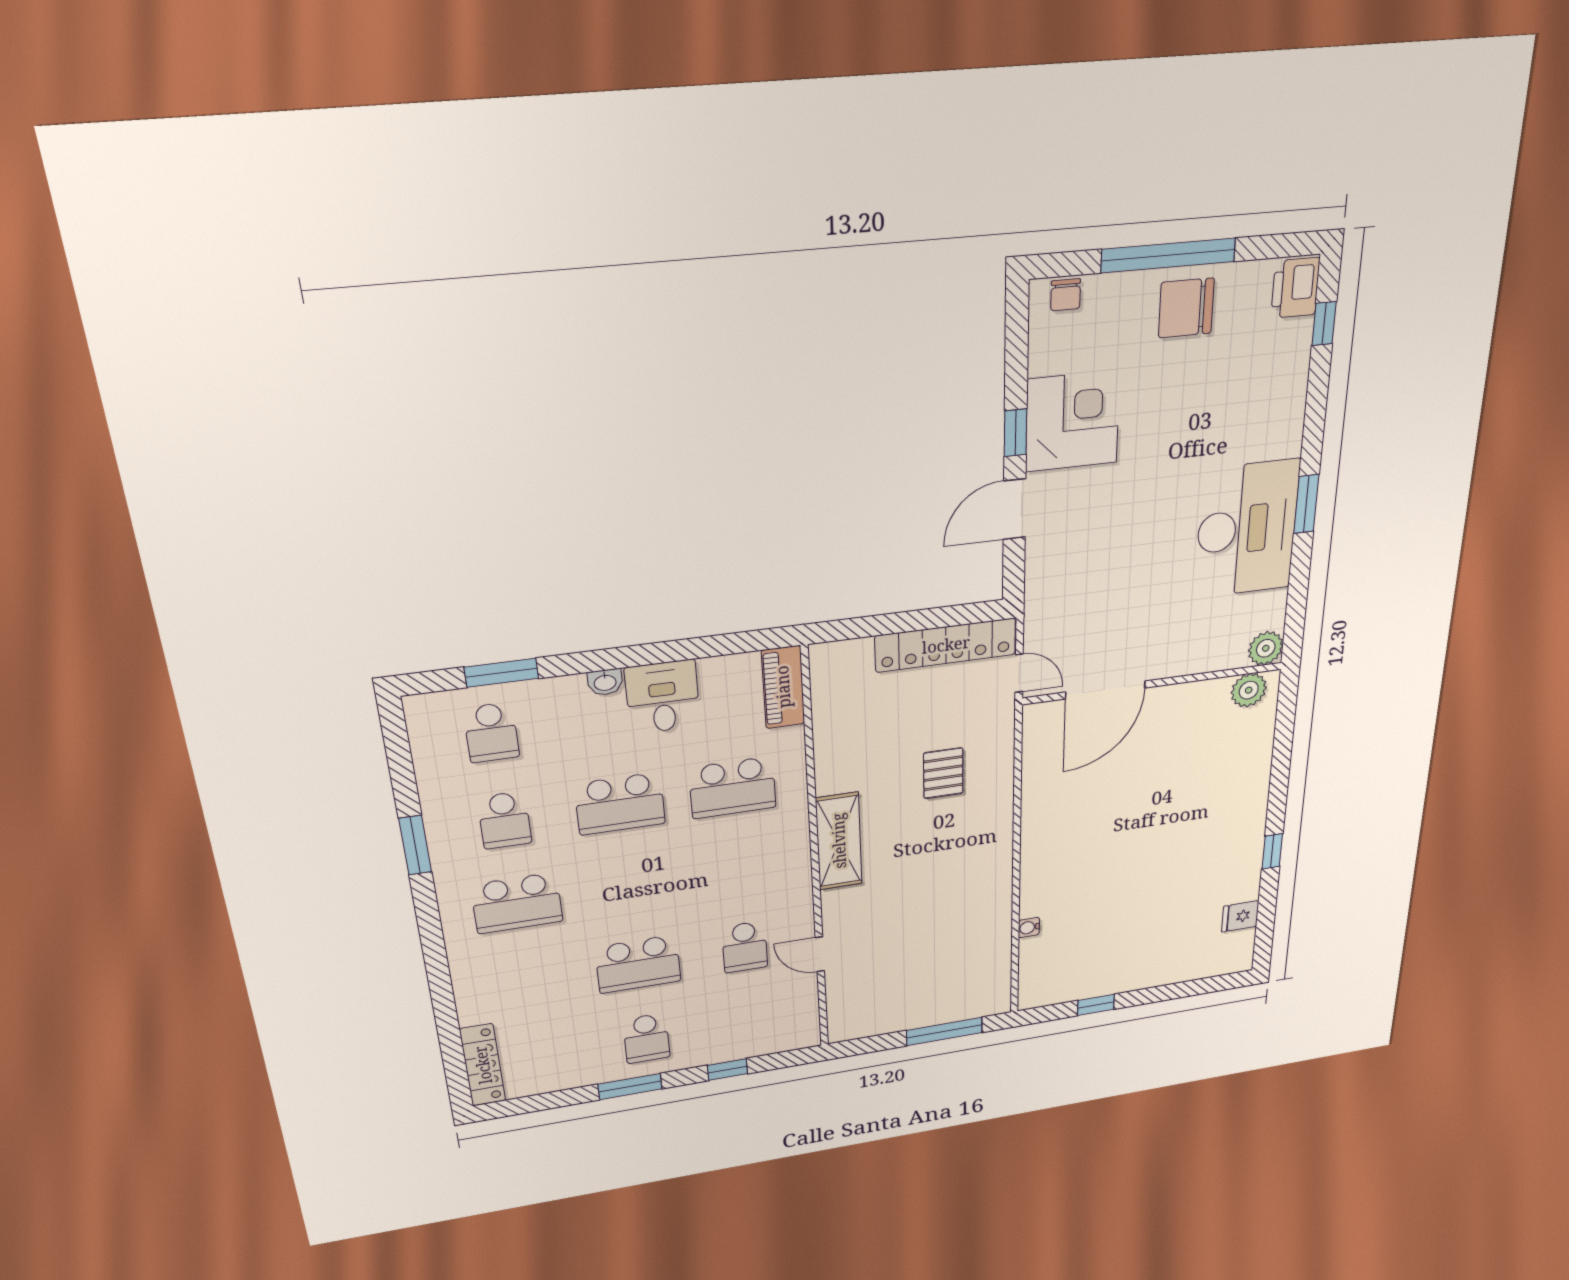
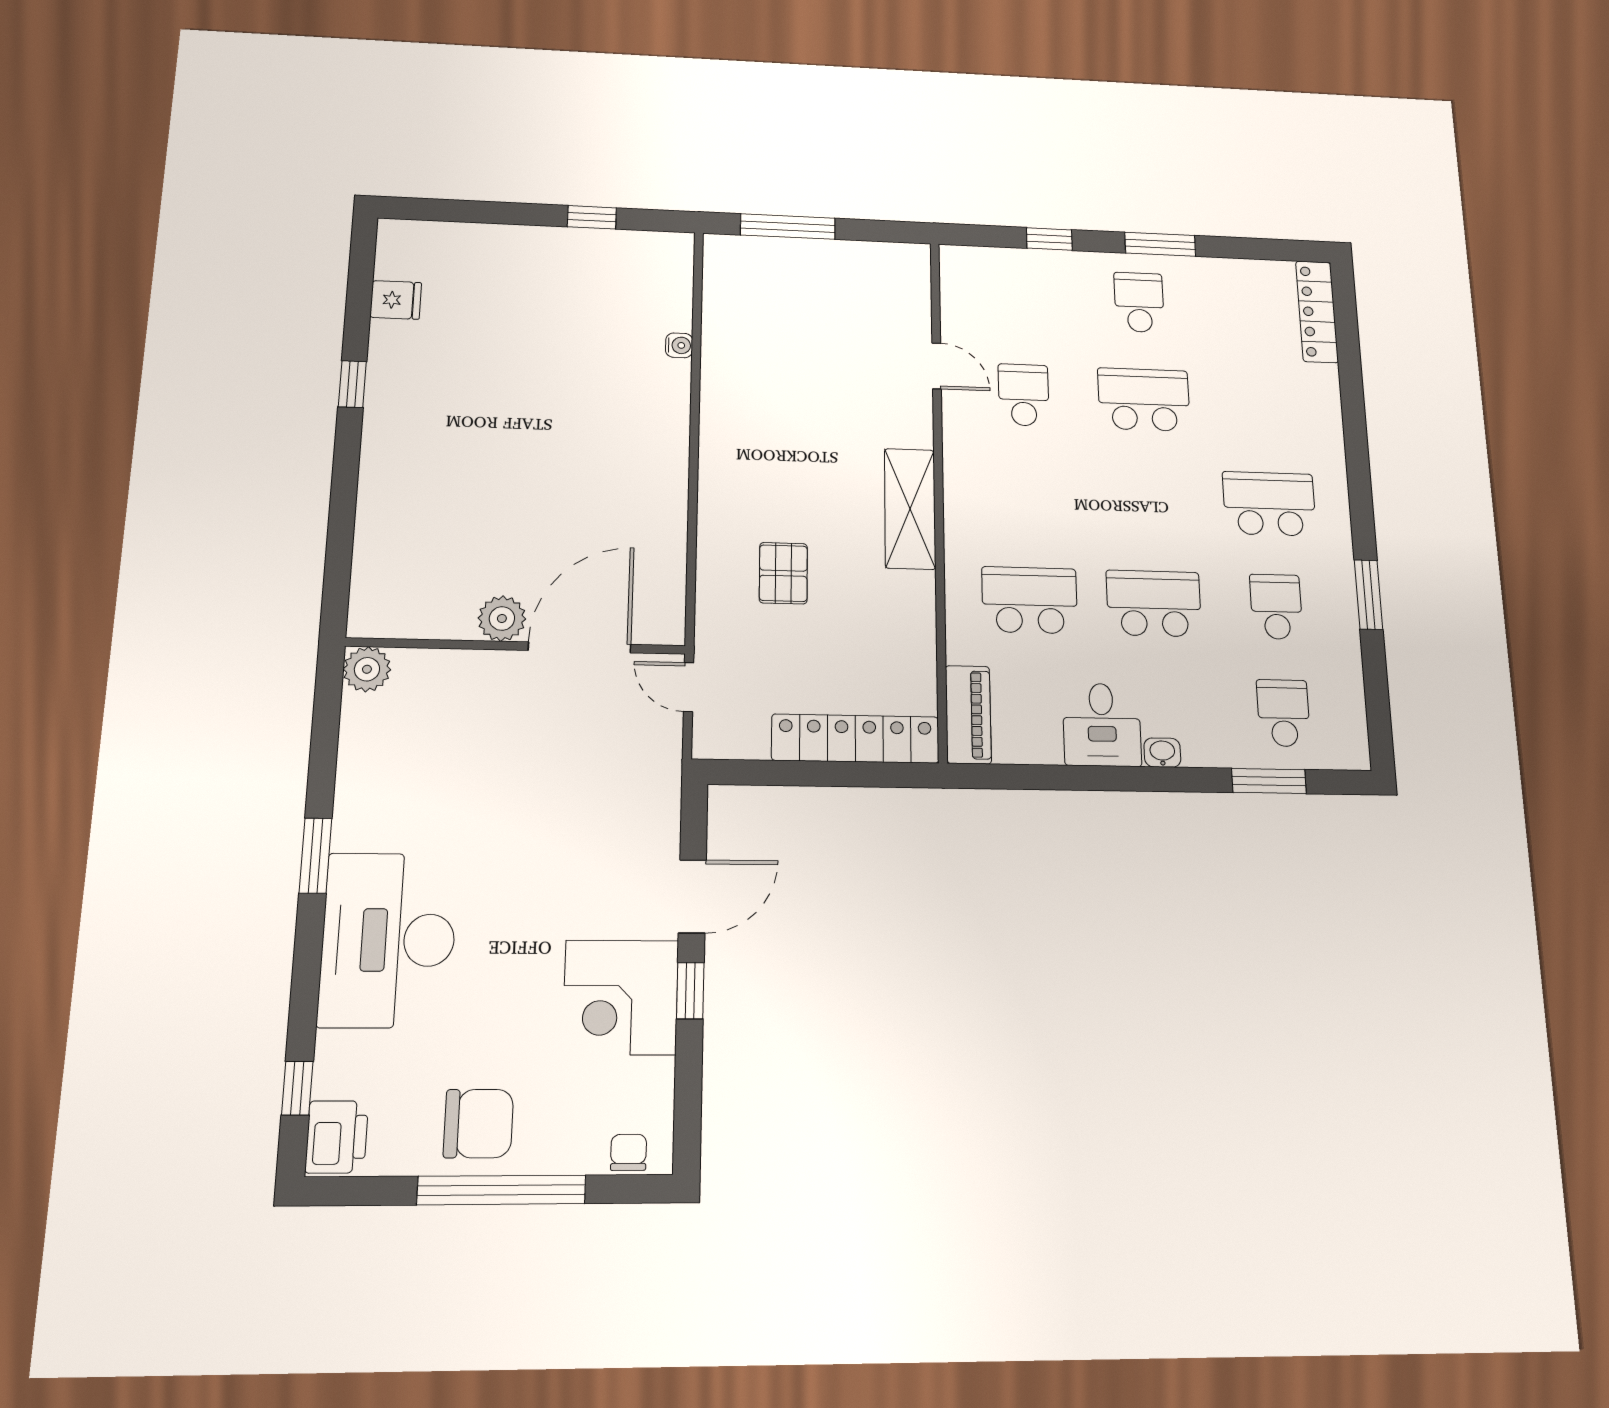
desk: (1247, 529) -> (388, 940), moved
locker: (946, 645) -> (855, 739), moved
plant: (1249, 690) -> (502, 618), moved

